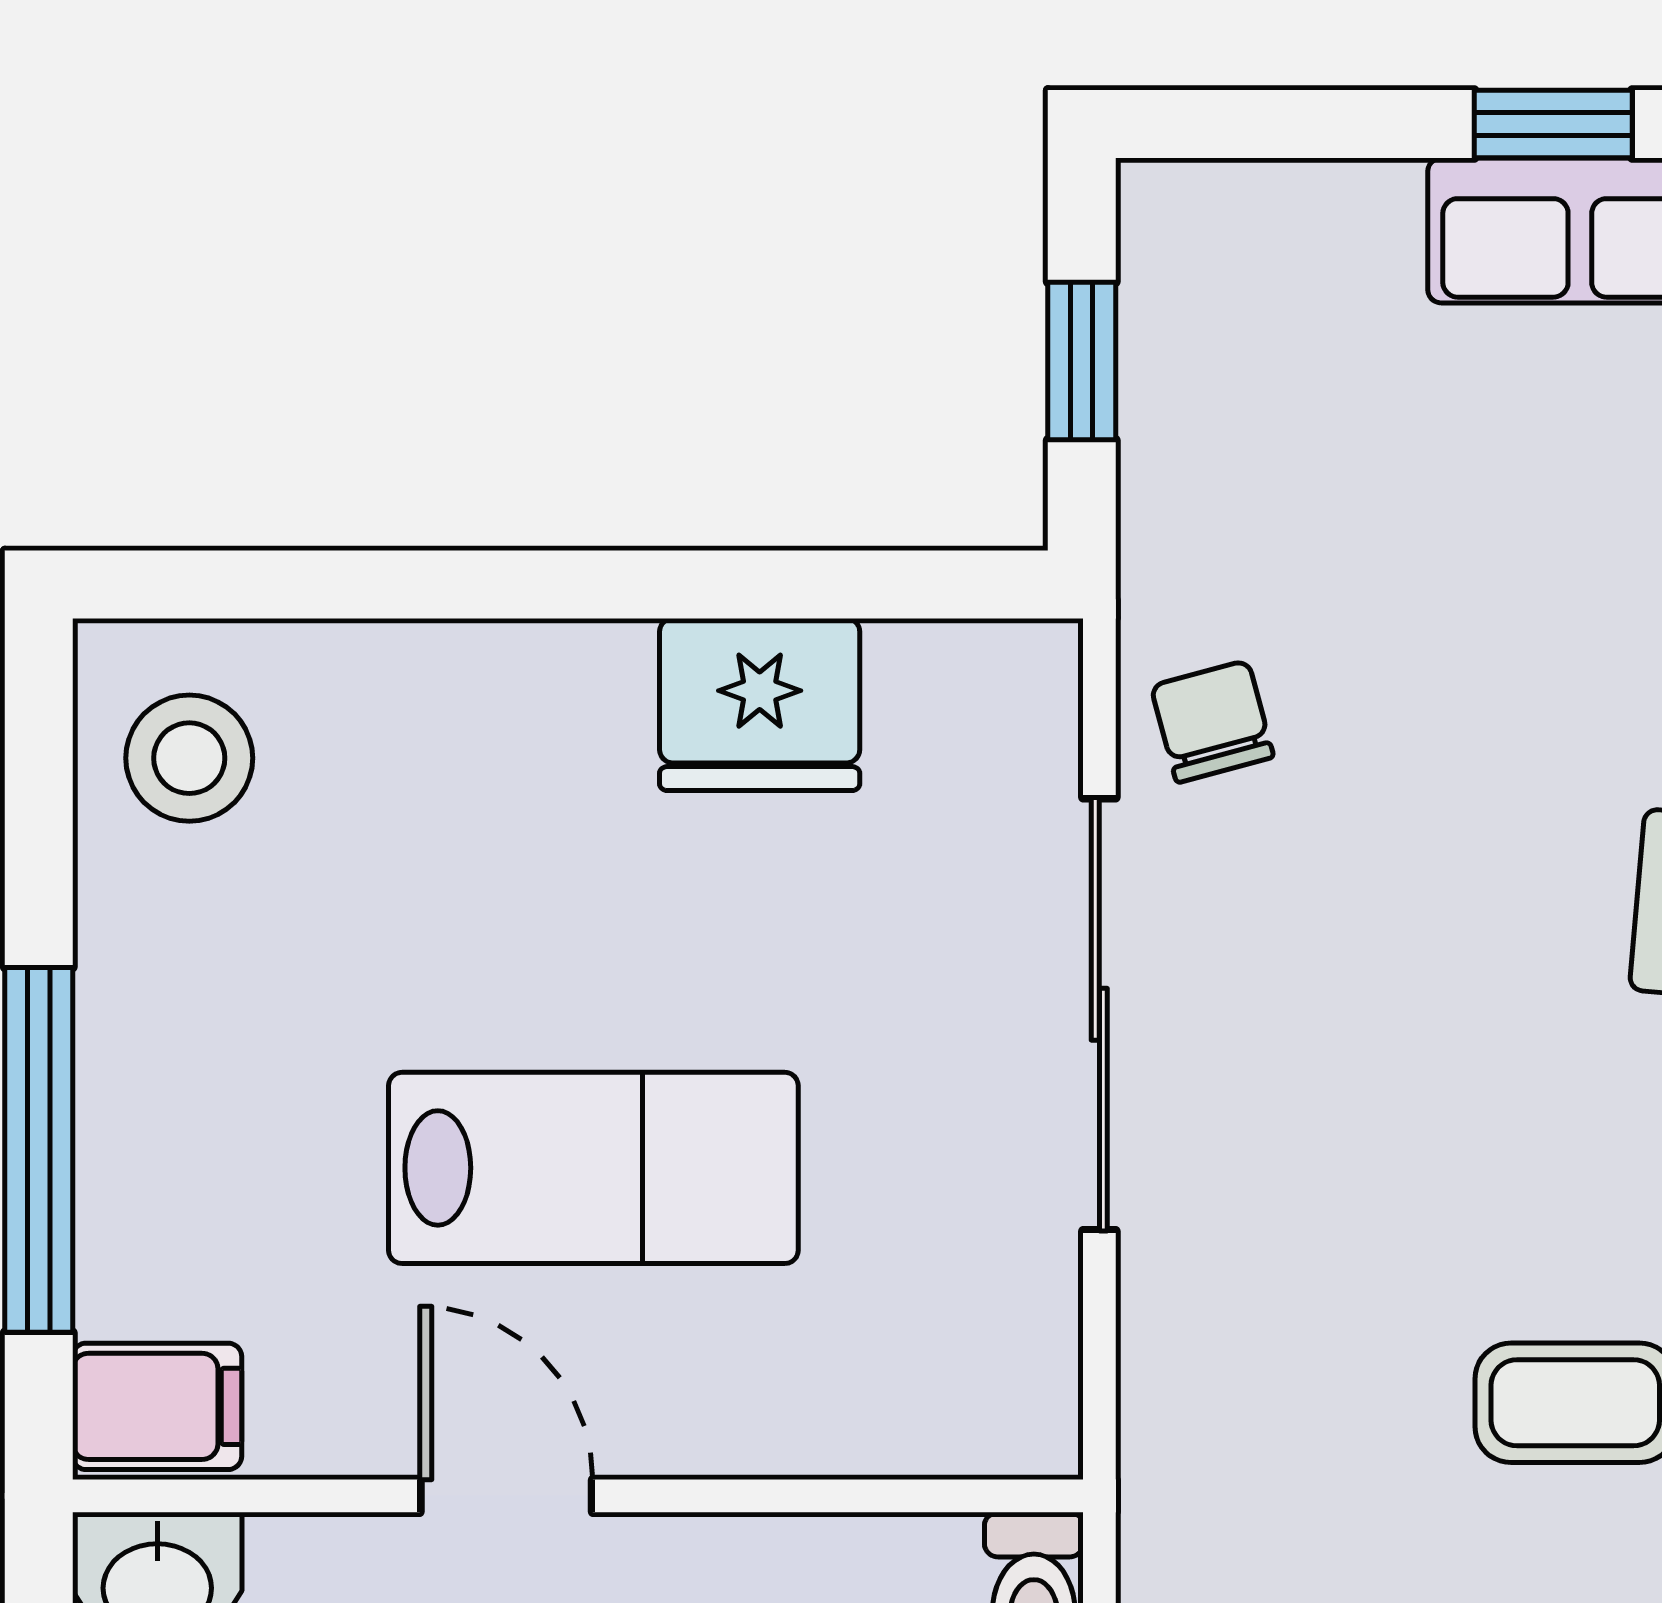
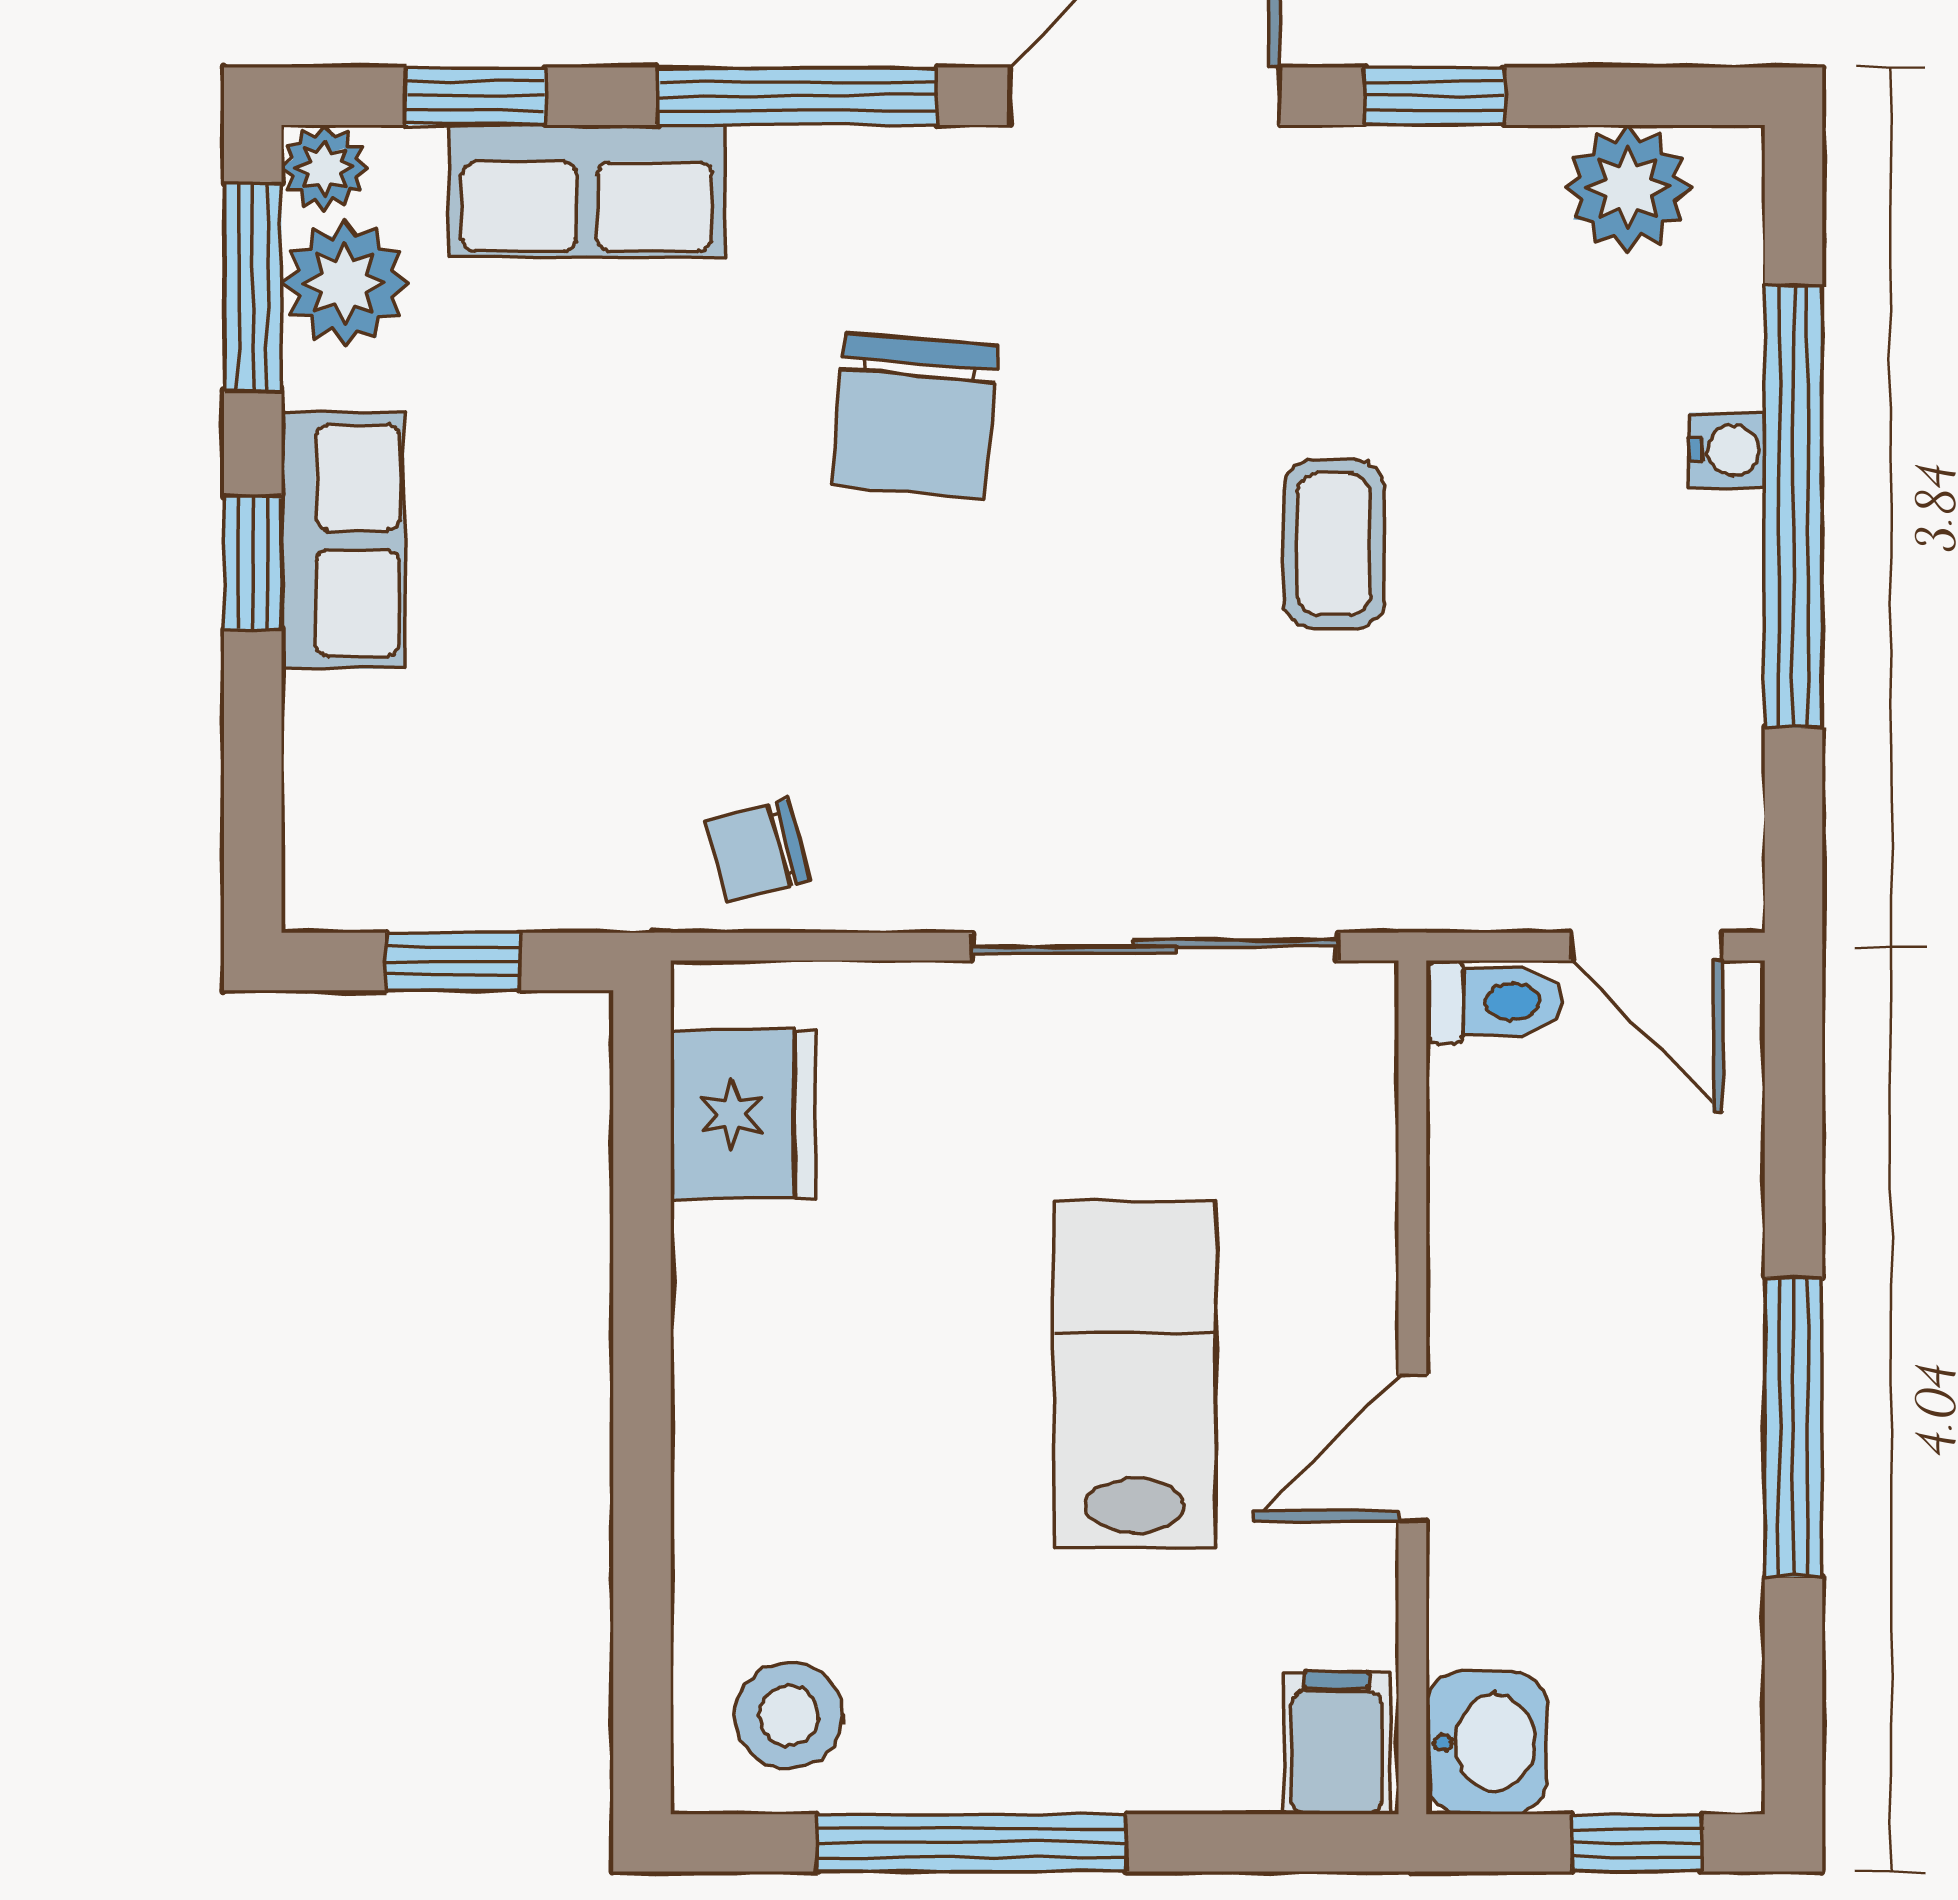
fridge: (760, 704) -> (743, 1115), moved
sliding door: (1099, 1014) -> (1155, 947), moved
window: (39, 1150) -> (972, 1843), moved

